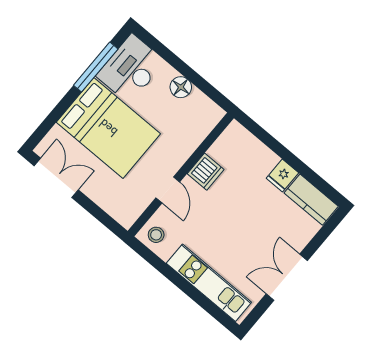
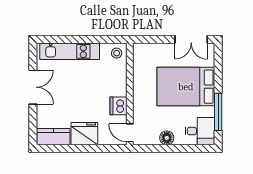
desk: (131, 69) -> (200, 131), width x0.73
fridge: (282, 176) -> (84, 134), width x1.88, depth x1.34
door: (168, 190) -> (130, 133), moved

